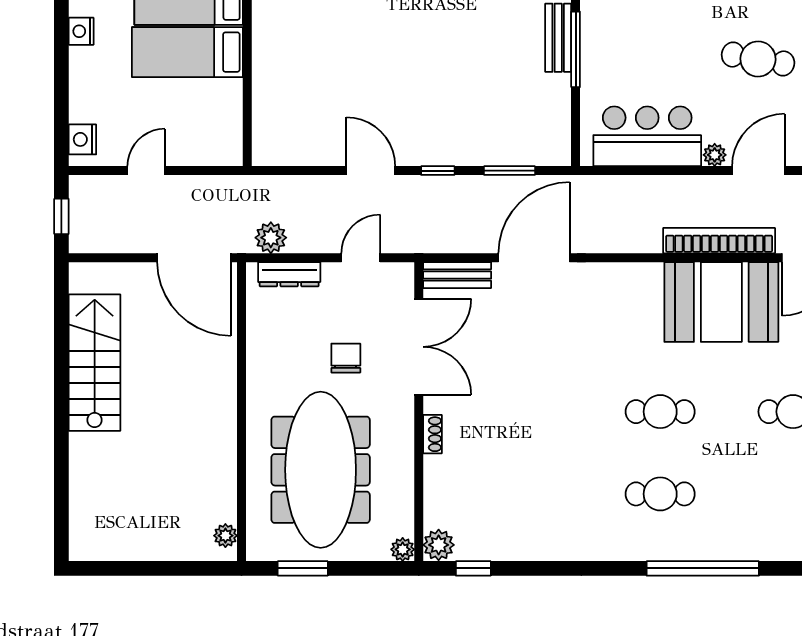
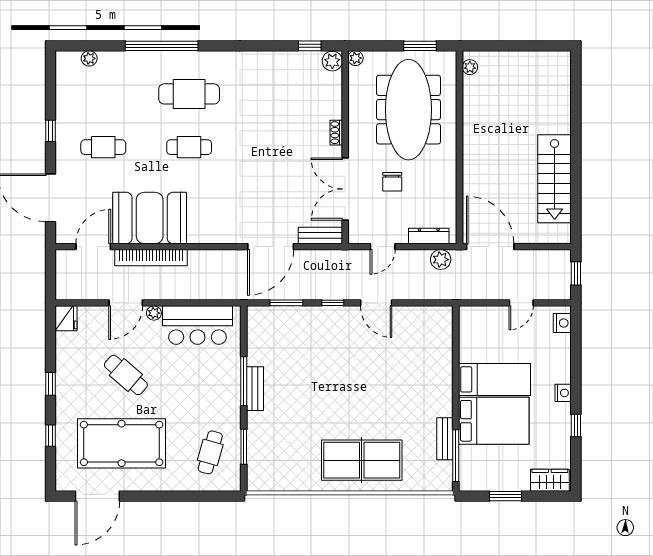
cafe table: (758, 59) -> (126, 375), turned 31
cafe table: (660, 494) -> (189, 94), width x1.37, depth x1.35

